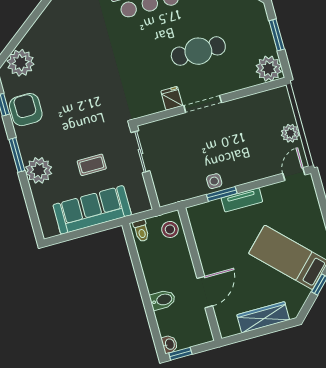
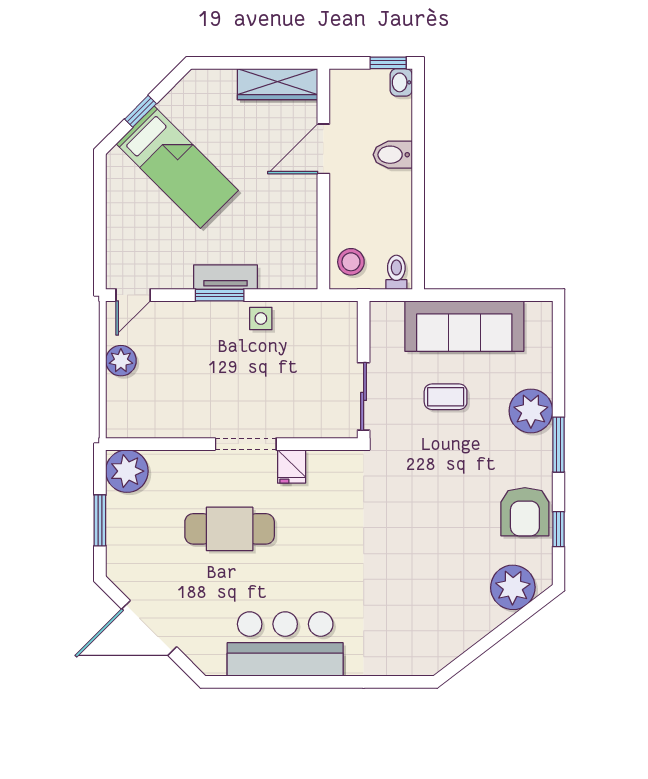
window: (222, 194) -> (220, 295), moved
wardrobe: (263, 317) -> (278, 84), moved

